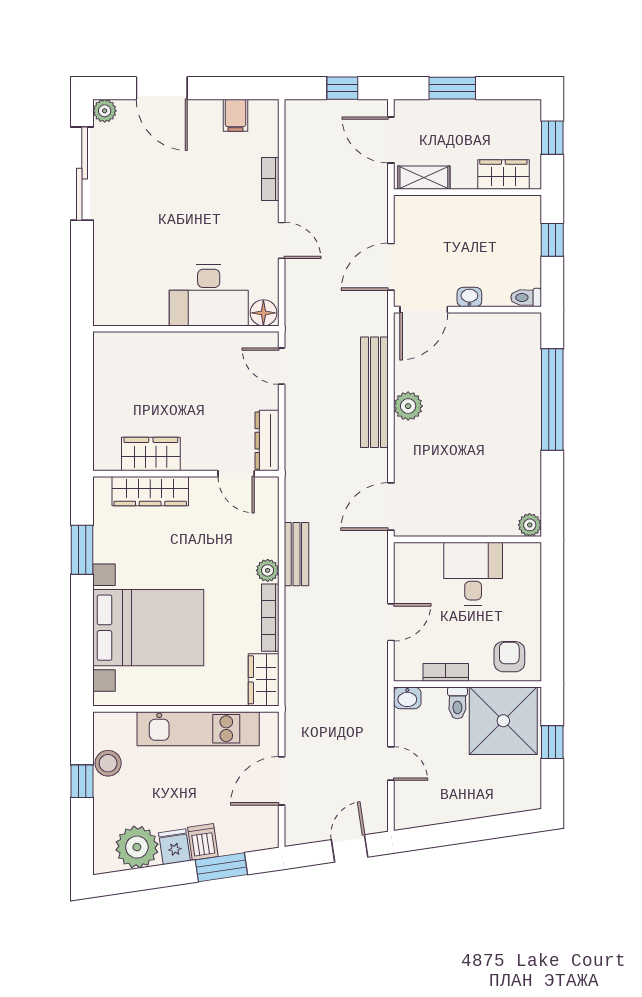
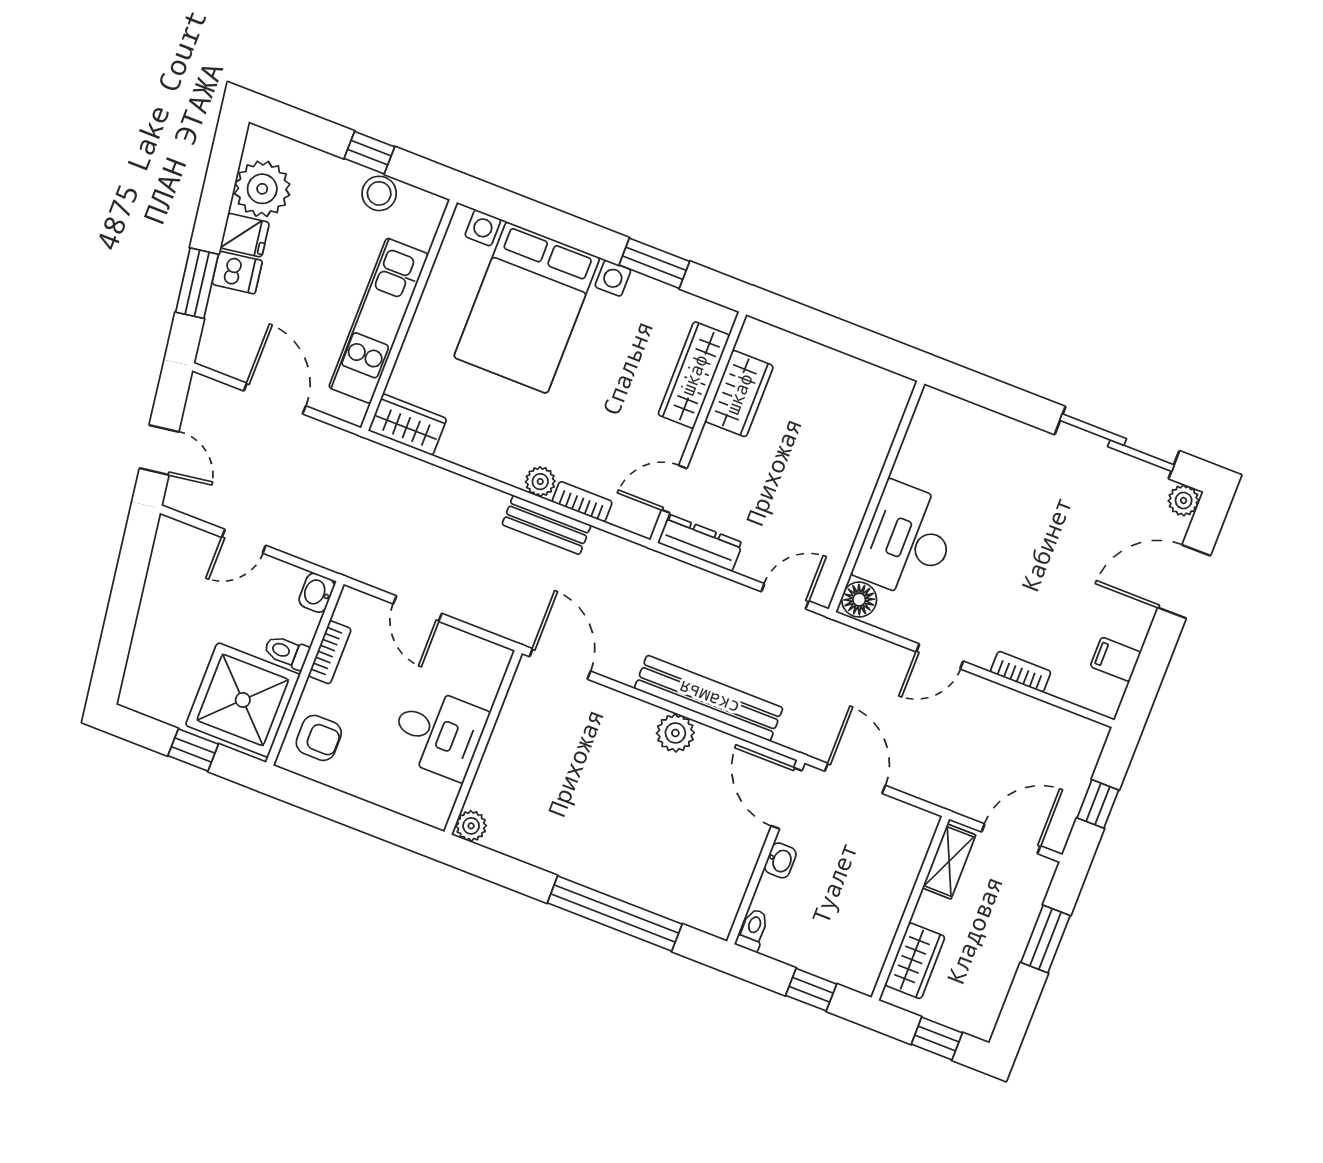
bookcase: (270, 618) -> (582, 502), moved, width x0.64

